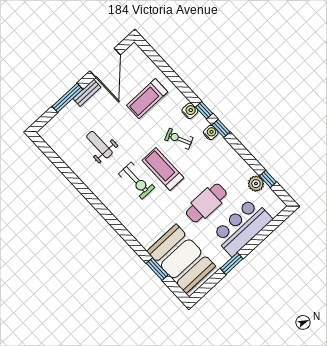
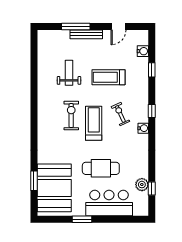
door: (105, 63) -> (118, 26), width x0.53
bench: (87, 93) -> (86, 34), width x1.36
treadmill: (147, 99) -> (109, 77), moved
water cooler: (190, 111) -> (143, 51), moved
window: (221, 128) -> (152, 70), moved
exercise bike: (137, 181) -> (71, 116), turned 180

